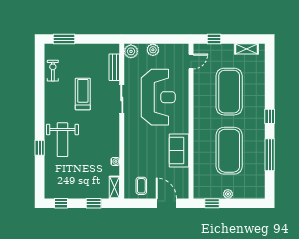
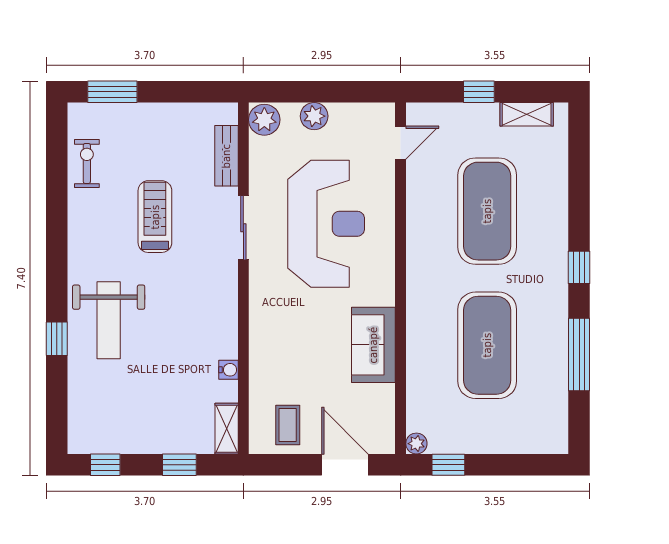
window: (214, 39) -> (479, 92), moved
plant: (228, 194) -> (416, 444), moved

